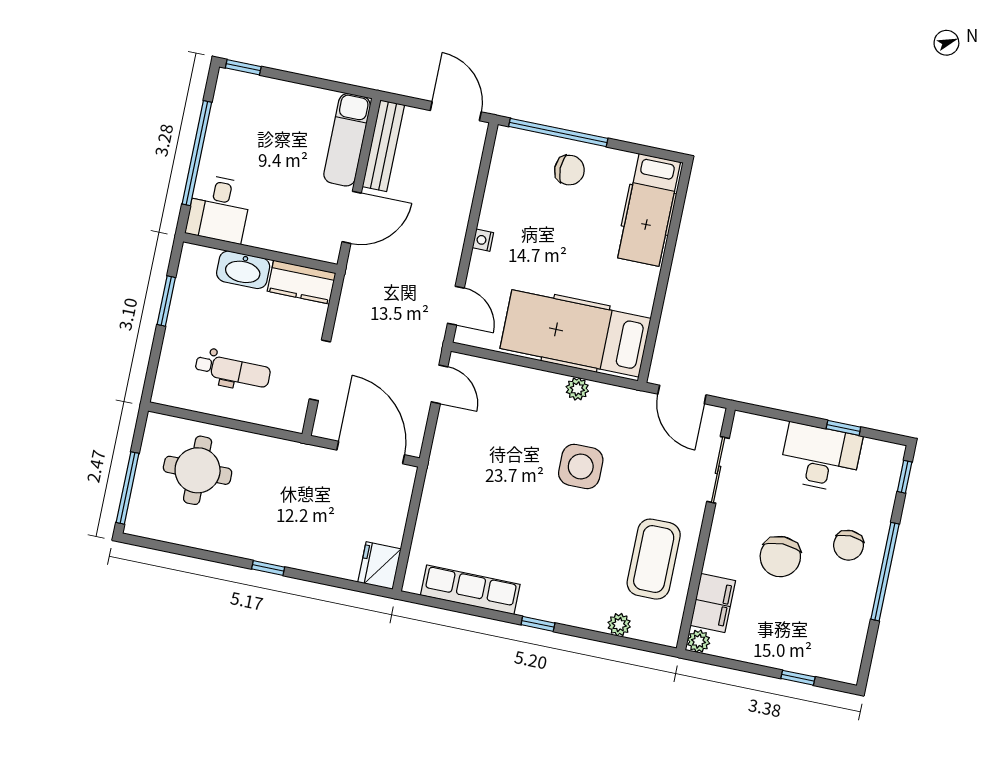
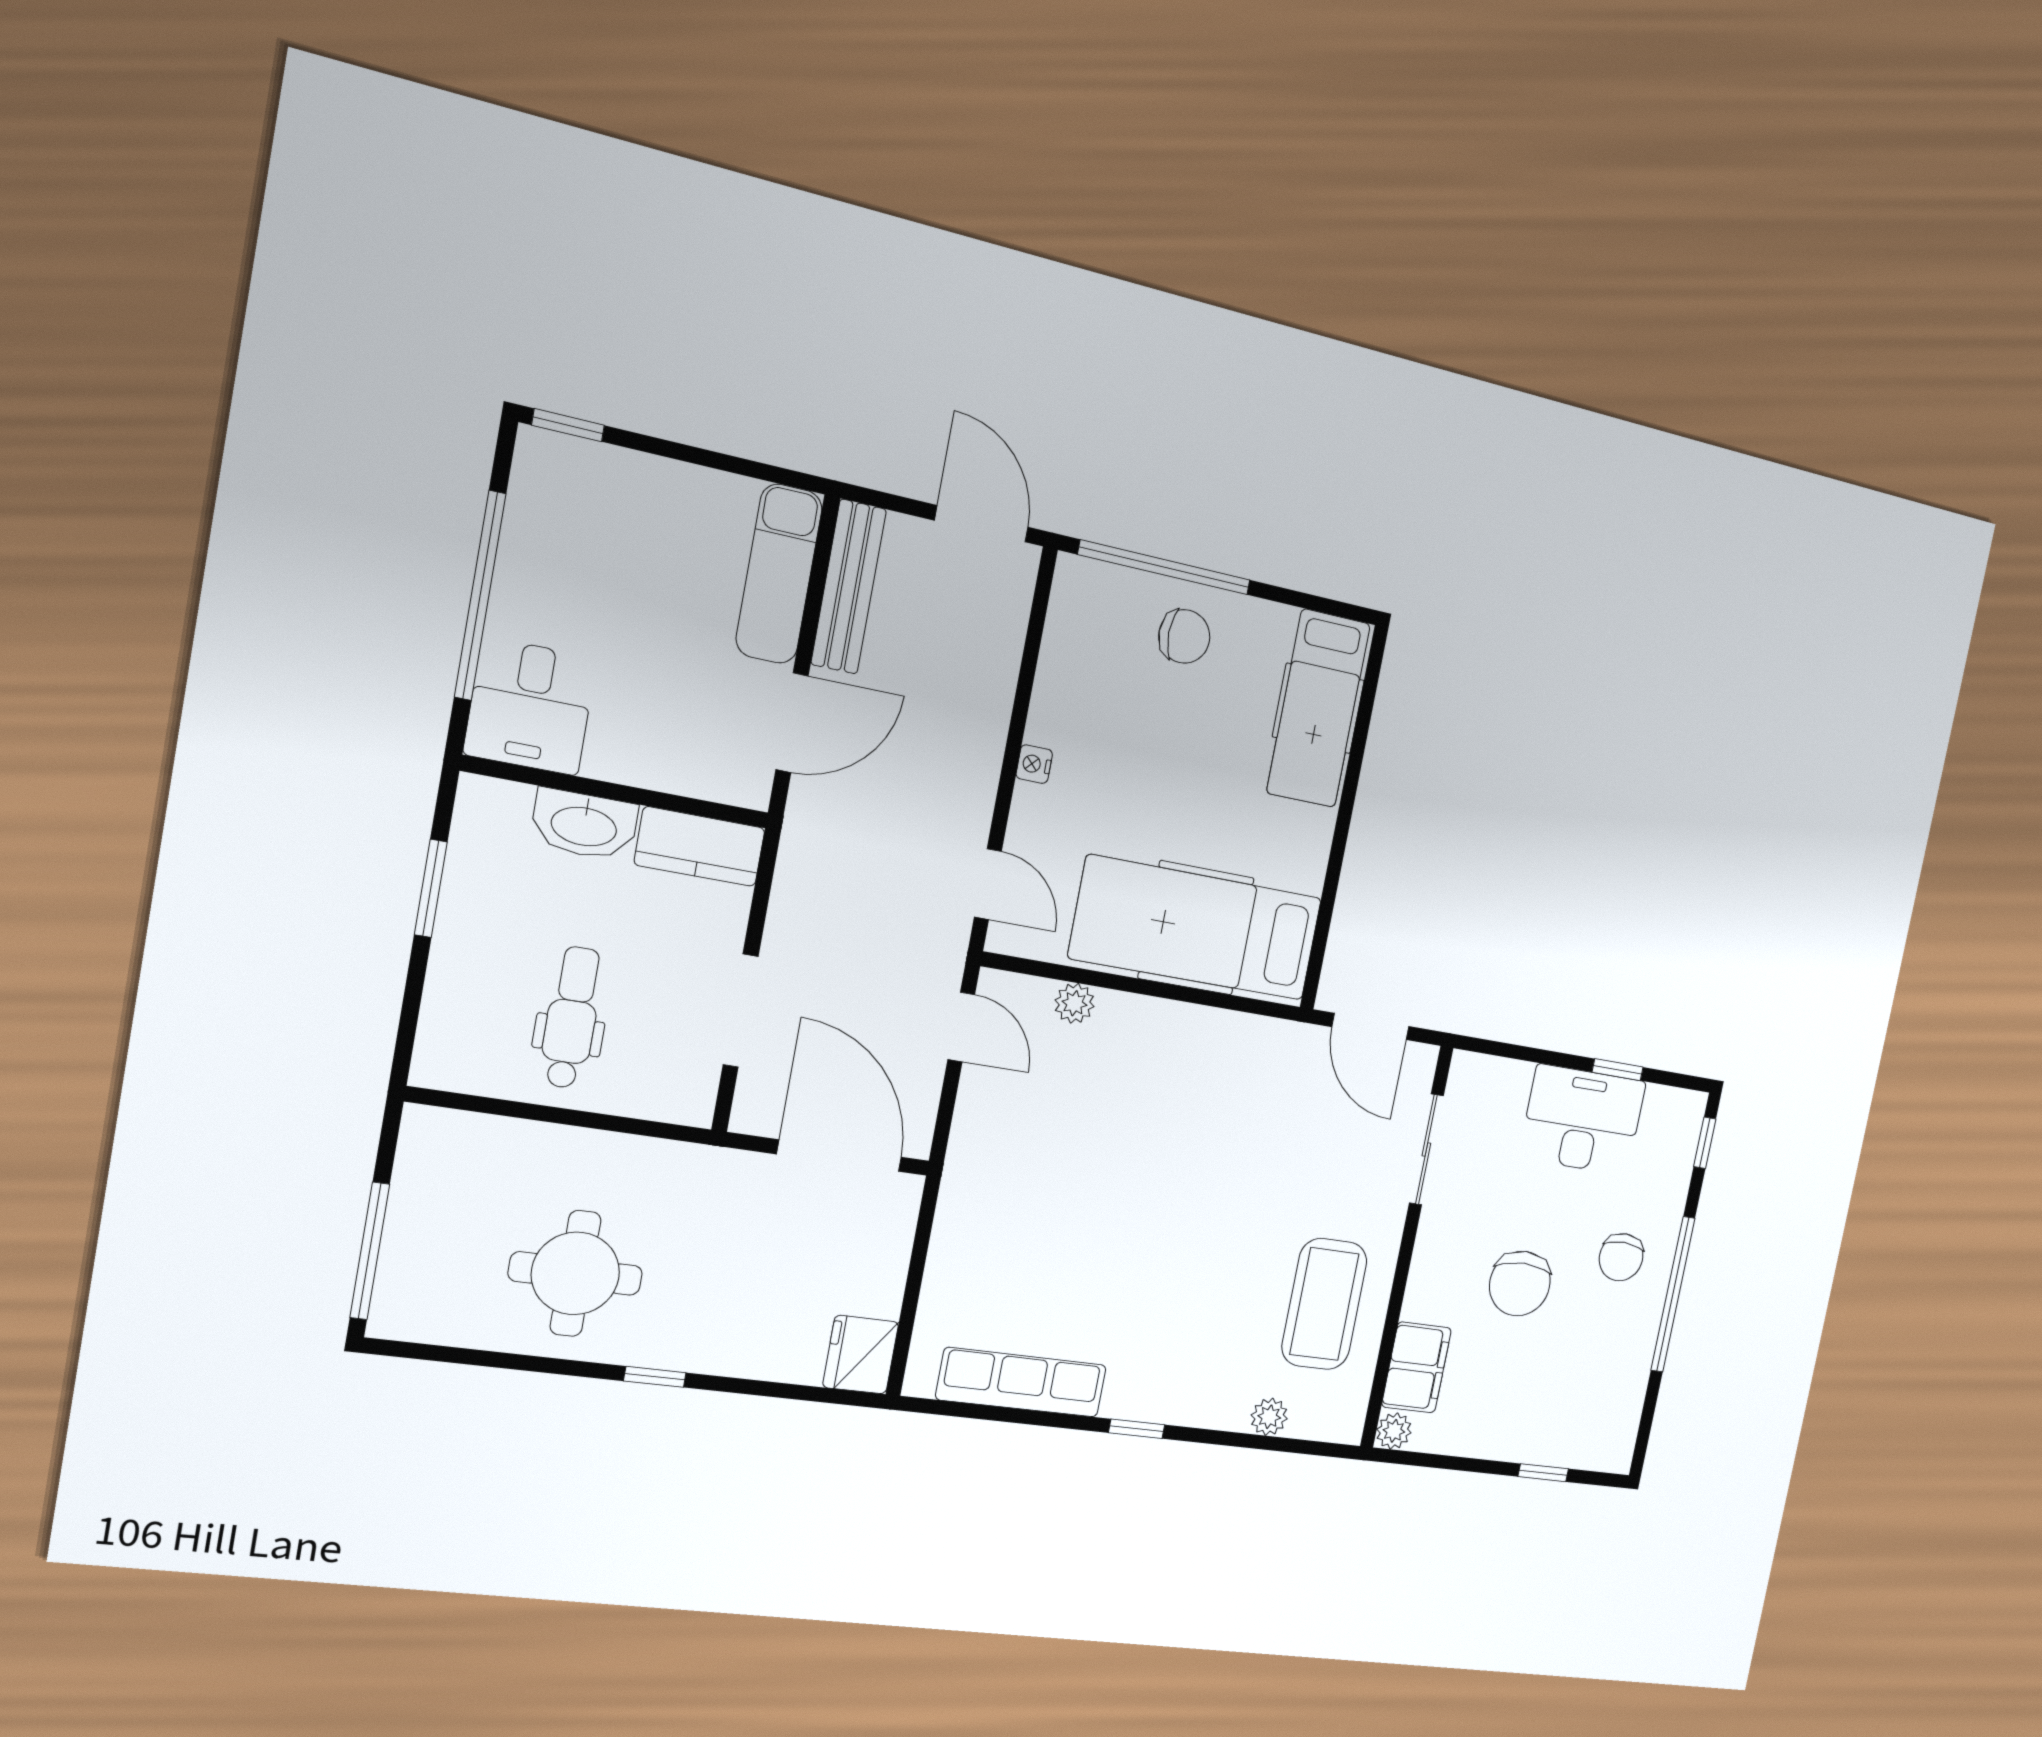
dental chair: (233, 370) -> (571, 1018), turned -90
plant: (577, 389) -> (1074, 1003), moved
side table: (581, 466) -> (1206, 1158), removed
round table: (198, 470) -> (575, 1273), moved

